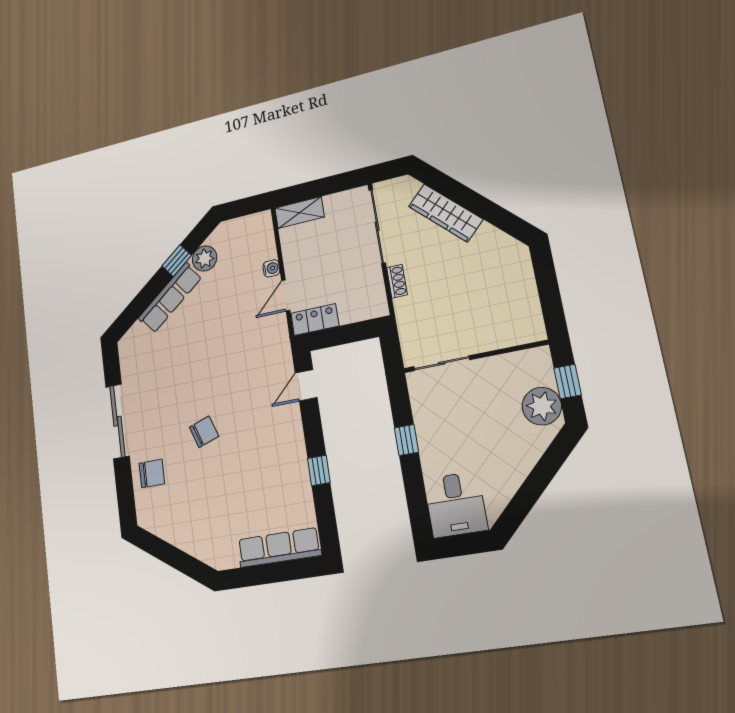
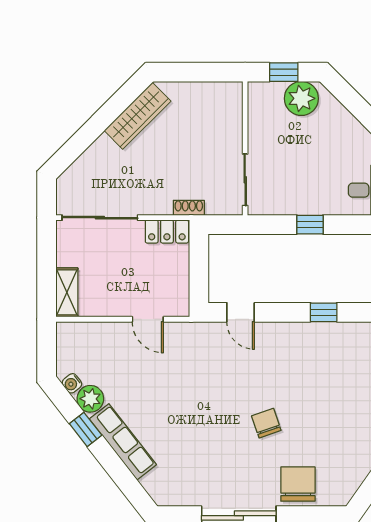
wardrobe: (446, 213) -> (138, 116), moved
water cooler: (271, 268) -> (72, 383), moved, turned -128
shoe rack: (397, 281) -> (189, 208), moved
locker: (315, 320) -> (167, 232), moved, turned -90
chair: (152, 473) -> (298, 484), width x1.37, depth x1.37

